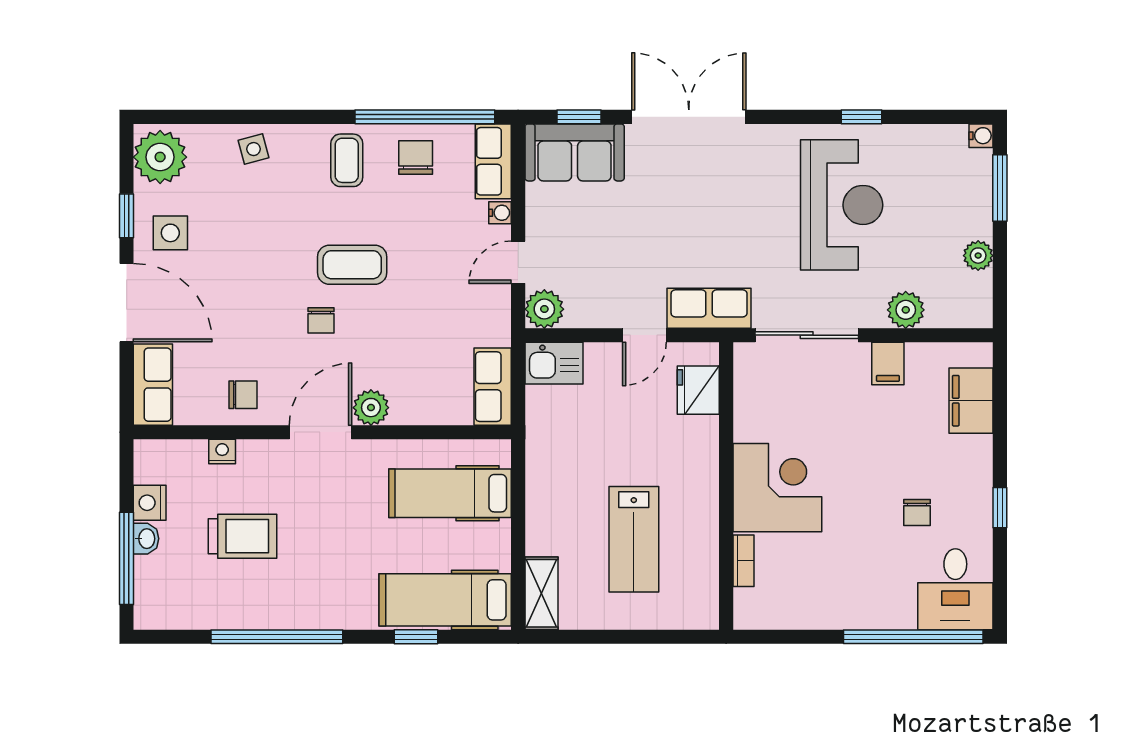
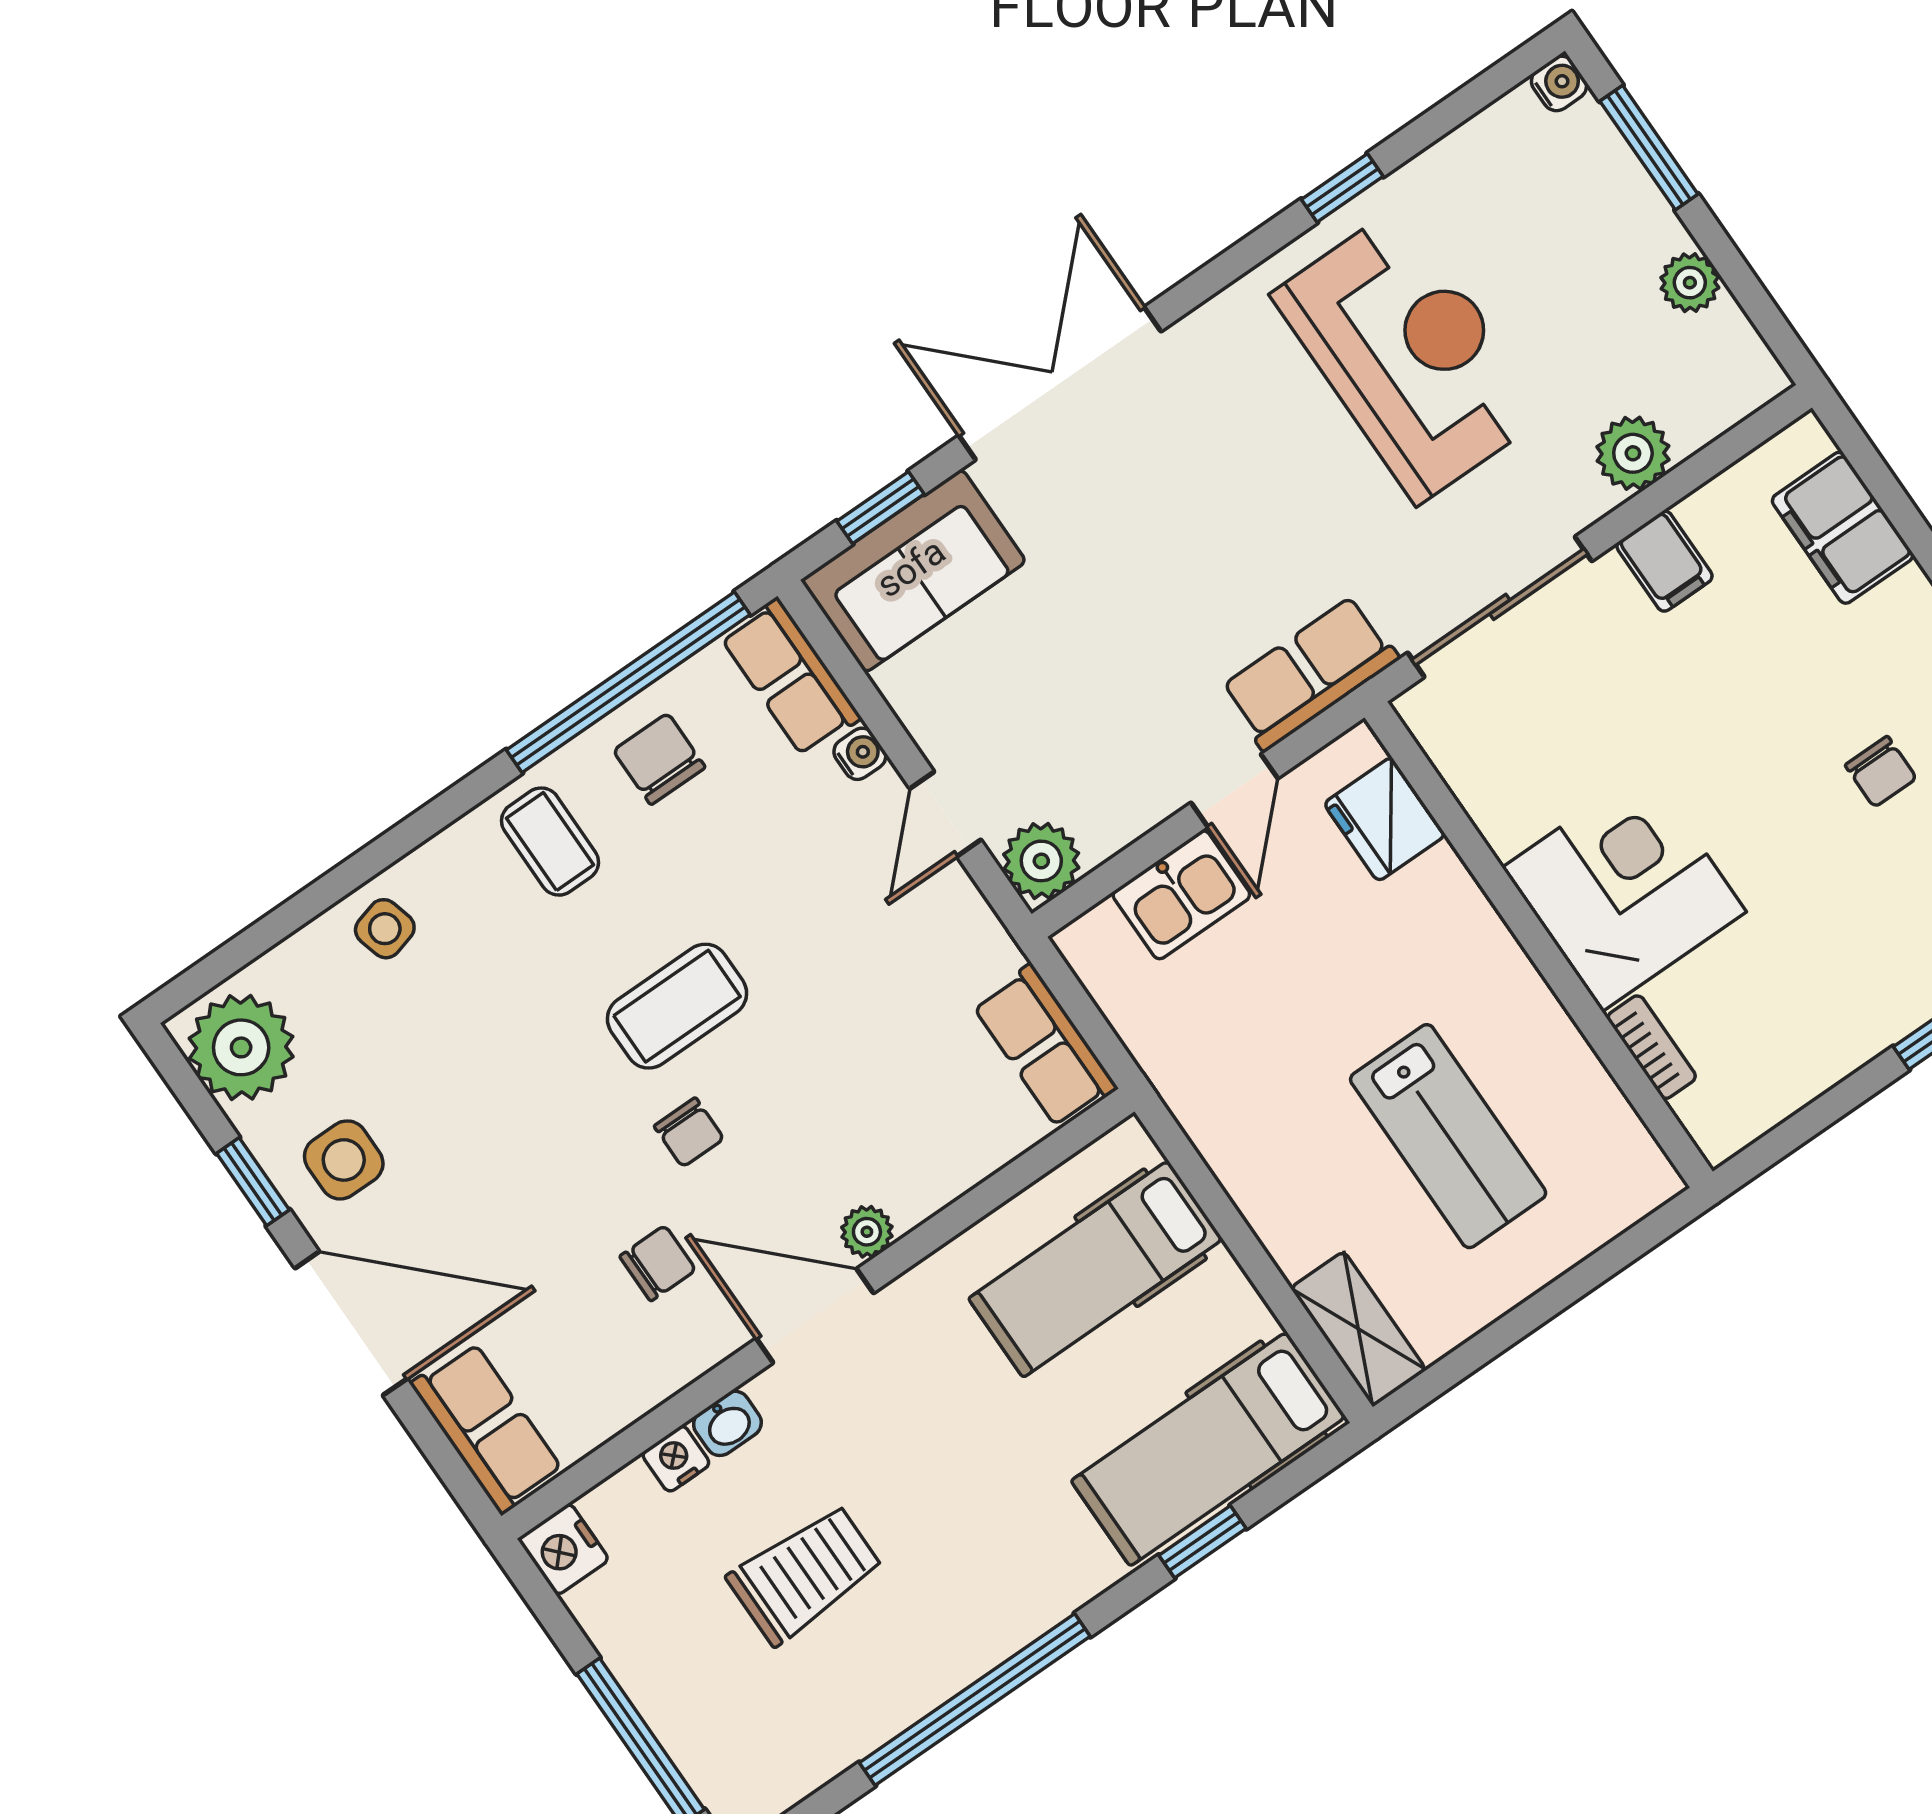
kitchen sink: (554, 363) -> (1181, 895), moved
chair: (243, 395) -> (658, 1263), moved
plant: (371, 408) -> (867, 1232), width x0.73, depth x0.73
door: (321, 432) -> (815, 1316), hinge flipped
nightstand: (150, 503) -> (563, 1549), moved
washbasin: (146, 539) -> (727, 1423), moved, turned 90

